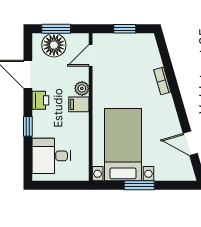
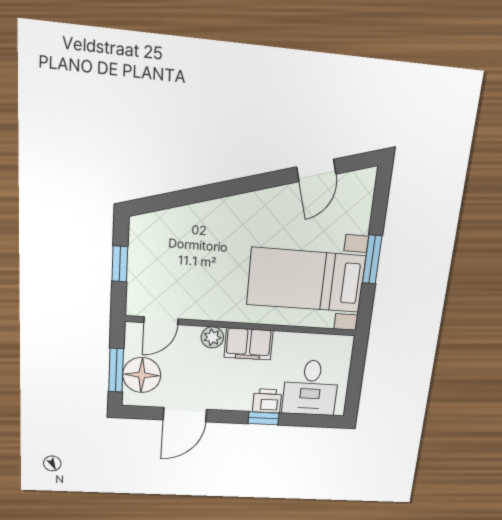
door: (91, 55) -> (161, 321), hinge flipped
bookcase: (162, 81) -> (210, 209), removed
printer: (40, 100) -> (267, 401), moved
filing cabinet: (79, 104) -> (249, 344), width x2.00

